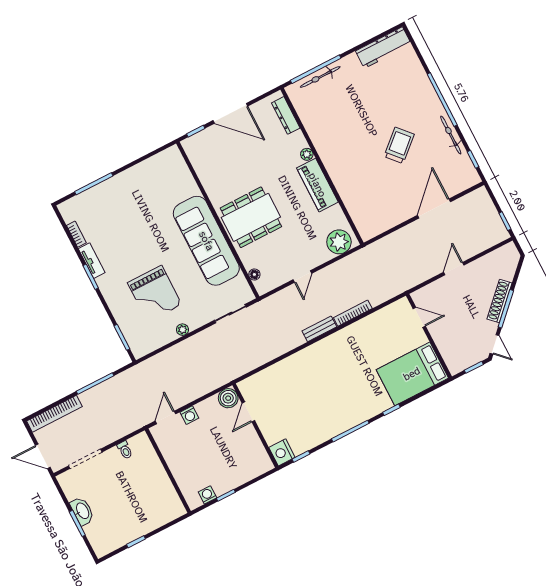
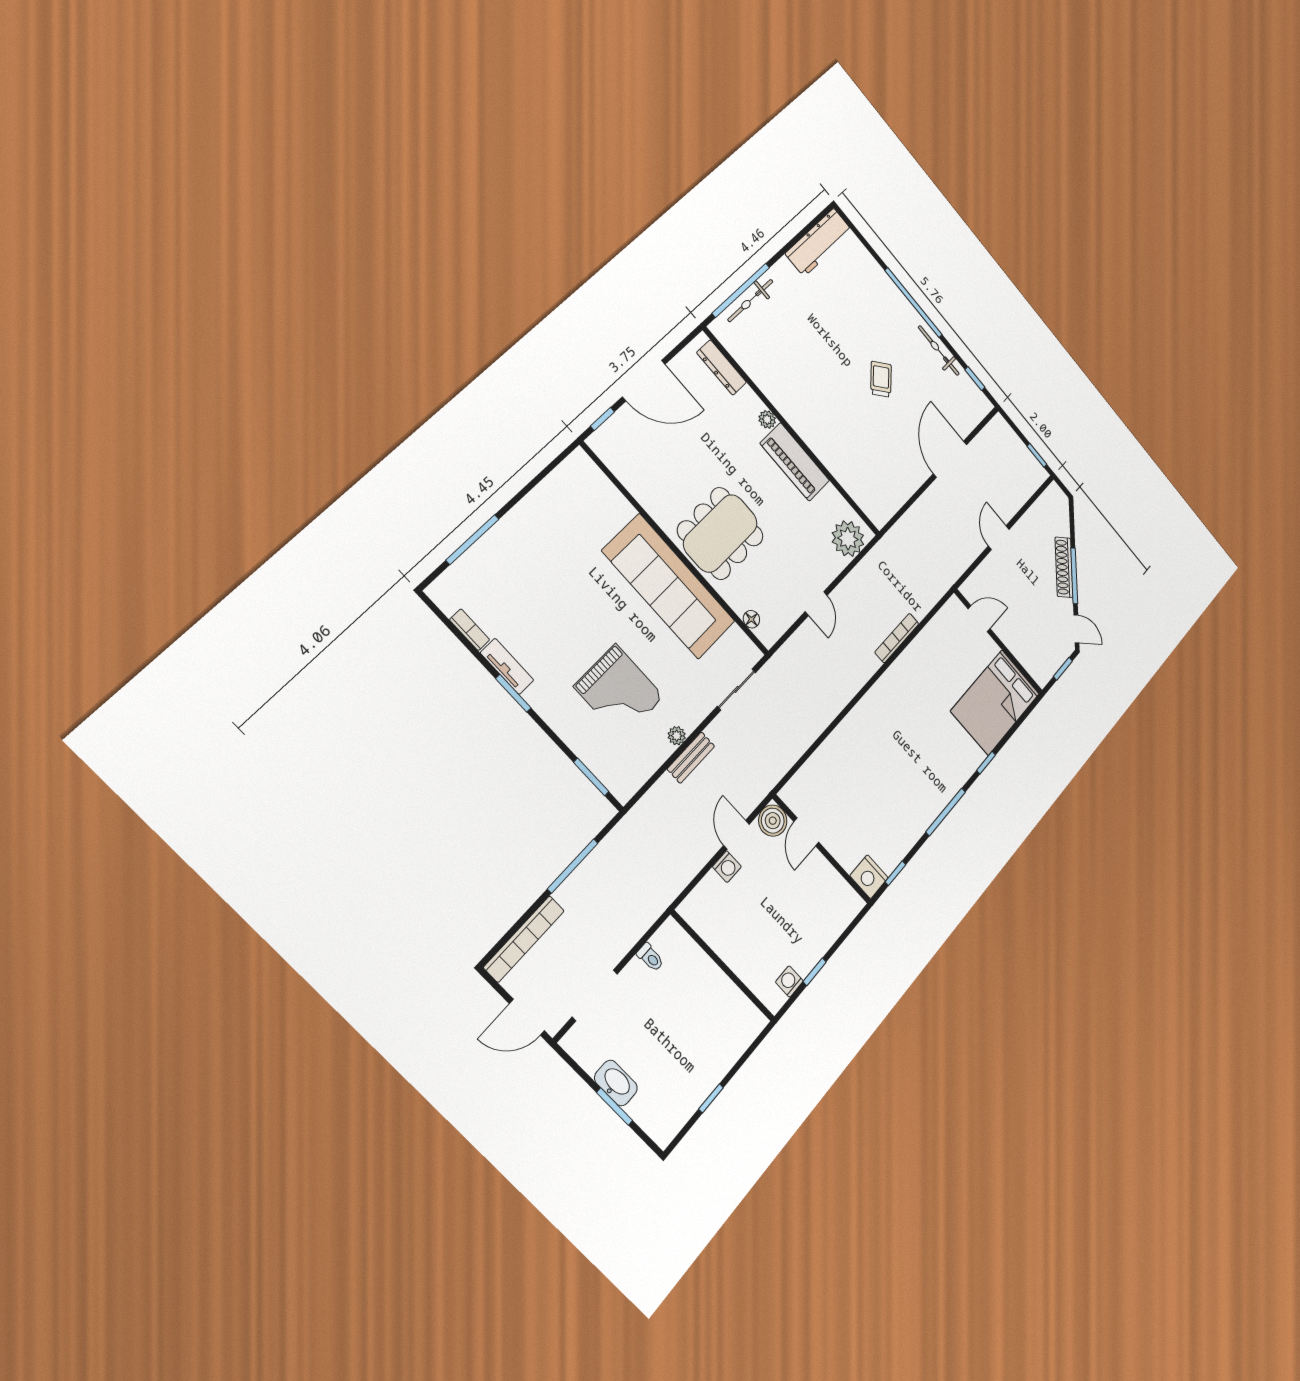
trolley: (399, 145) -> (881, 379), width x0.73, depth x0.72
bench: (319, 329) -> (691, 758), moved
door: (166, 417) -> (736, 835), moved

